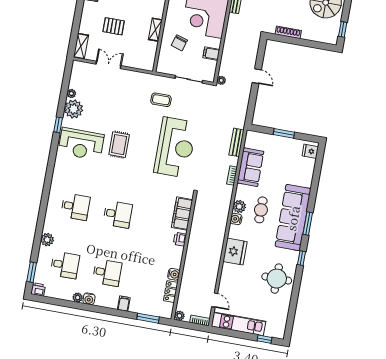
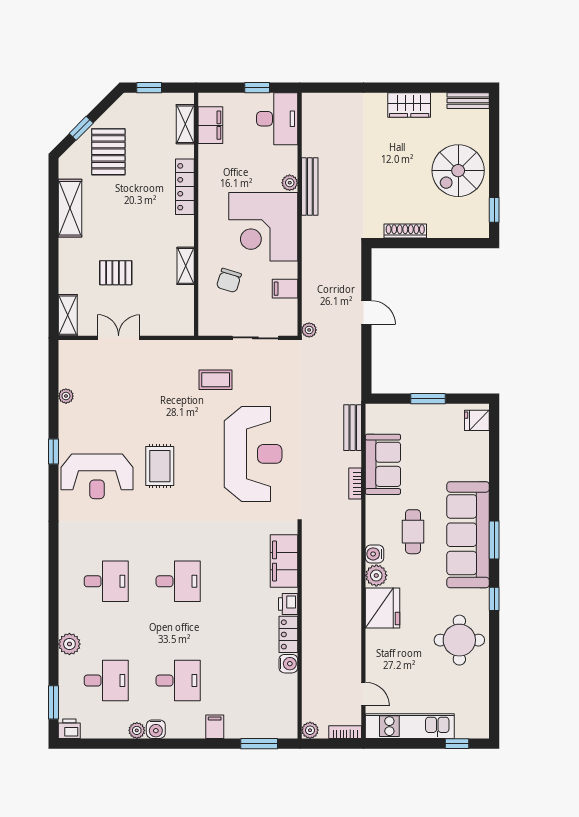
plant: (74, 109) -> (74, 421), removed
plant: (239, 207) -> (376, 575), moved
locker: (171, 292) -> (288, 634), moved

